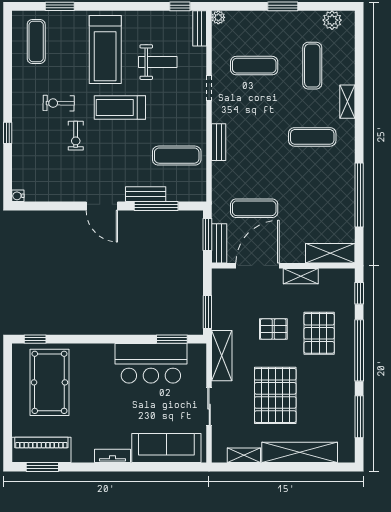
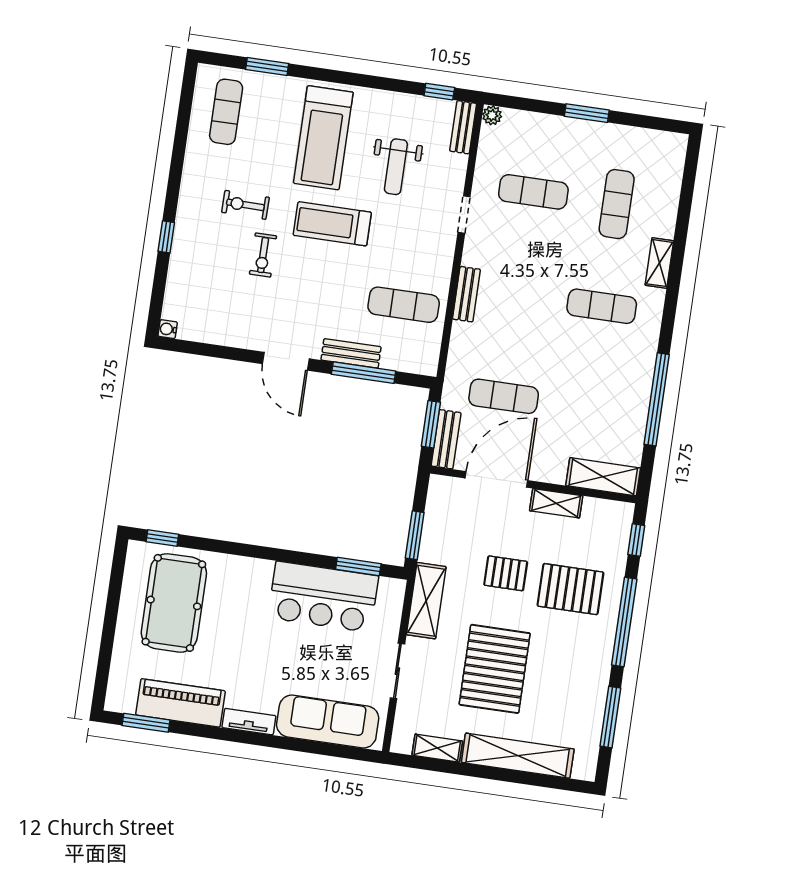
plant: (332, 20) -> (654, 143), removed
weight bench: (158, 62) -> (396, 167), turned 90
pallet: (319, 333) -> (570, 589), turned 90
piano: (41, 450) -> (180, 703), moved

